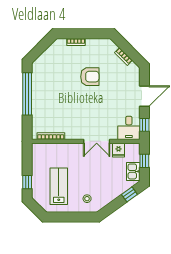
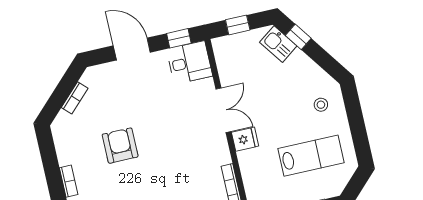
fridge: (118, 150) -> (245, 139), moved
kitchen sink: (133, 171) -> (278, 44), moved, turned 54
lab bench: (59, 186) -> (311, 156), turned 180

